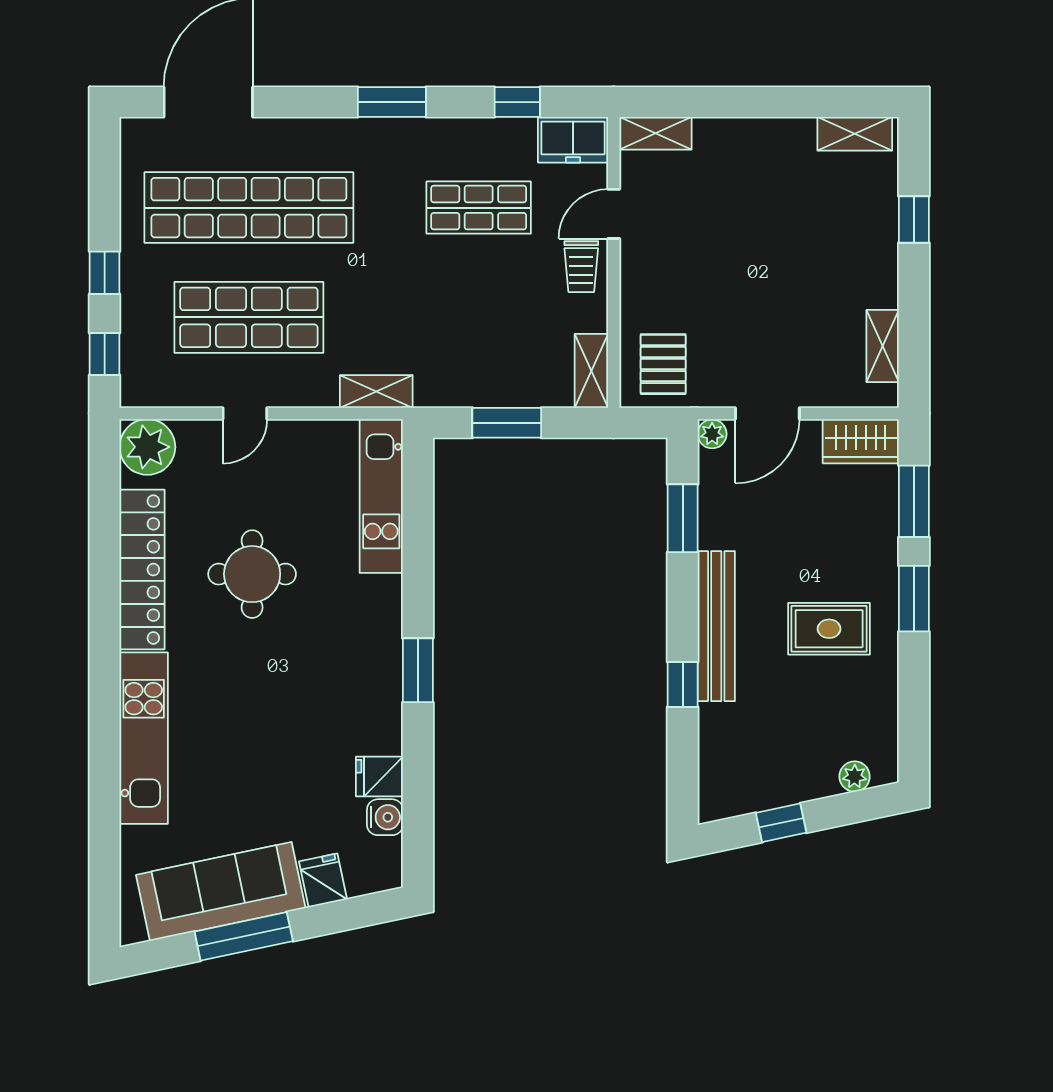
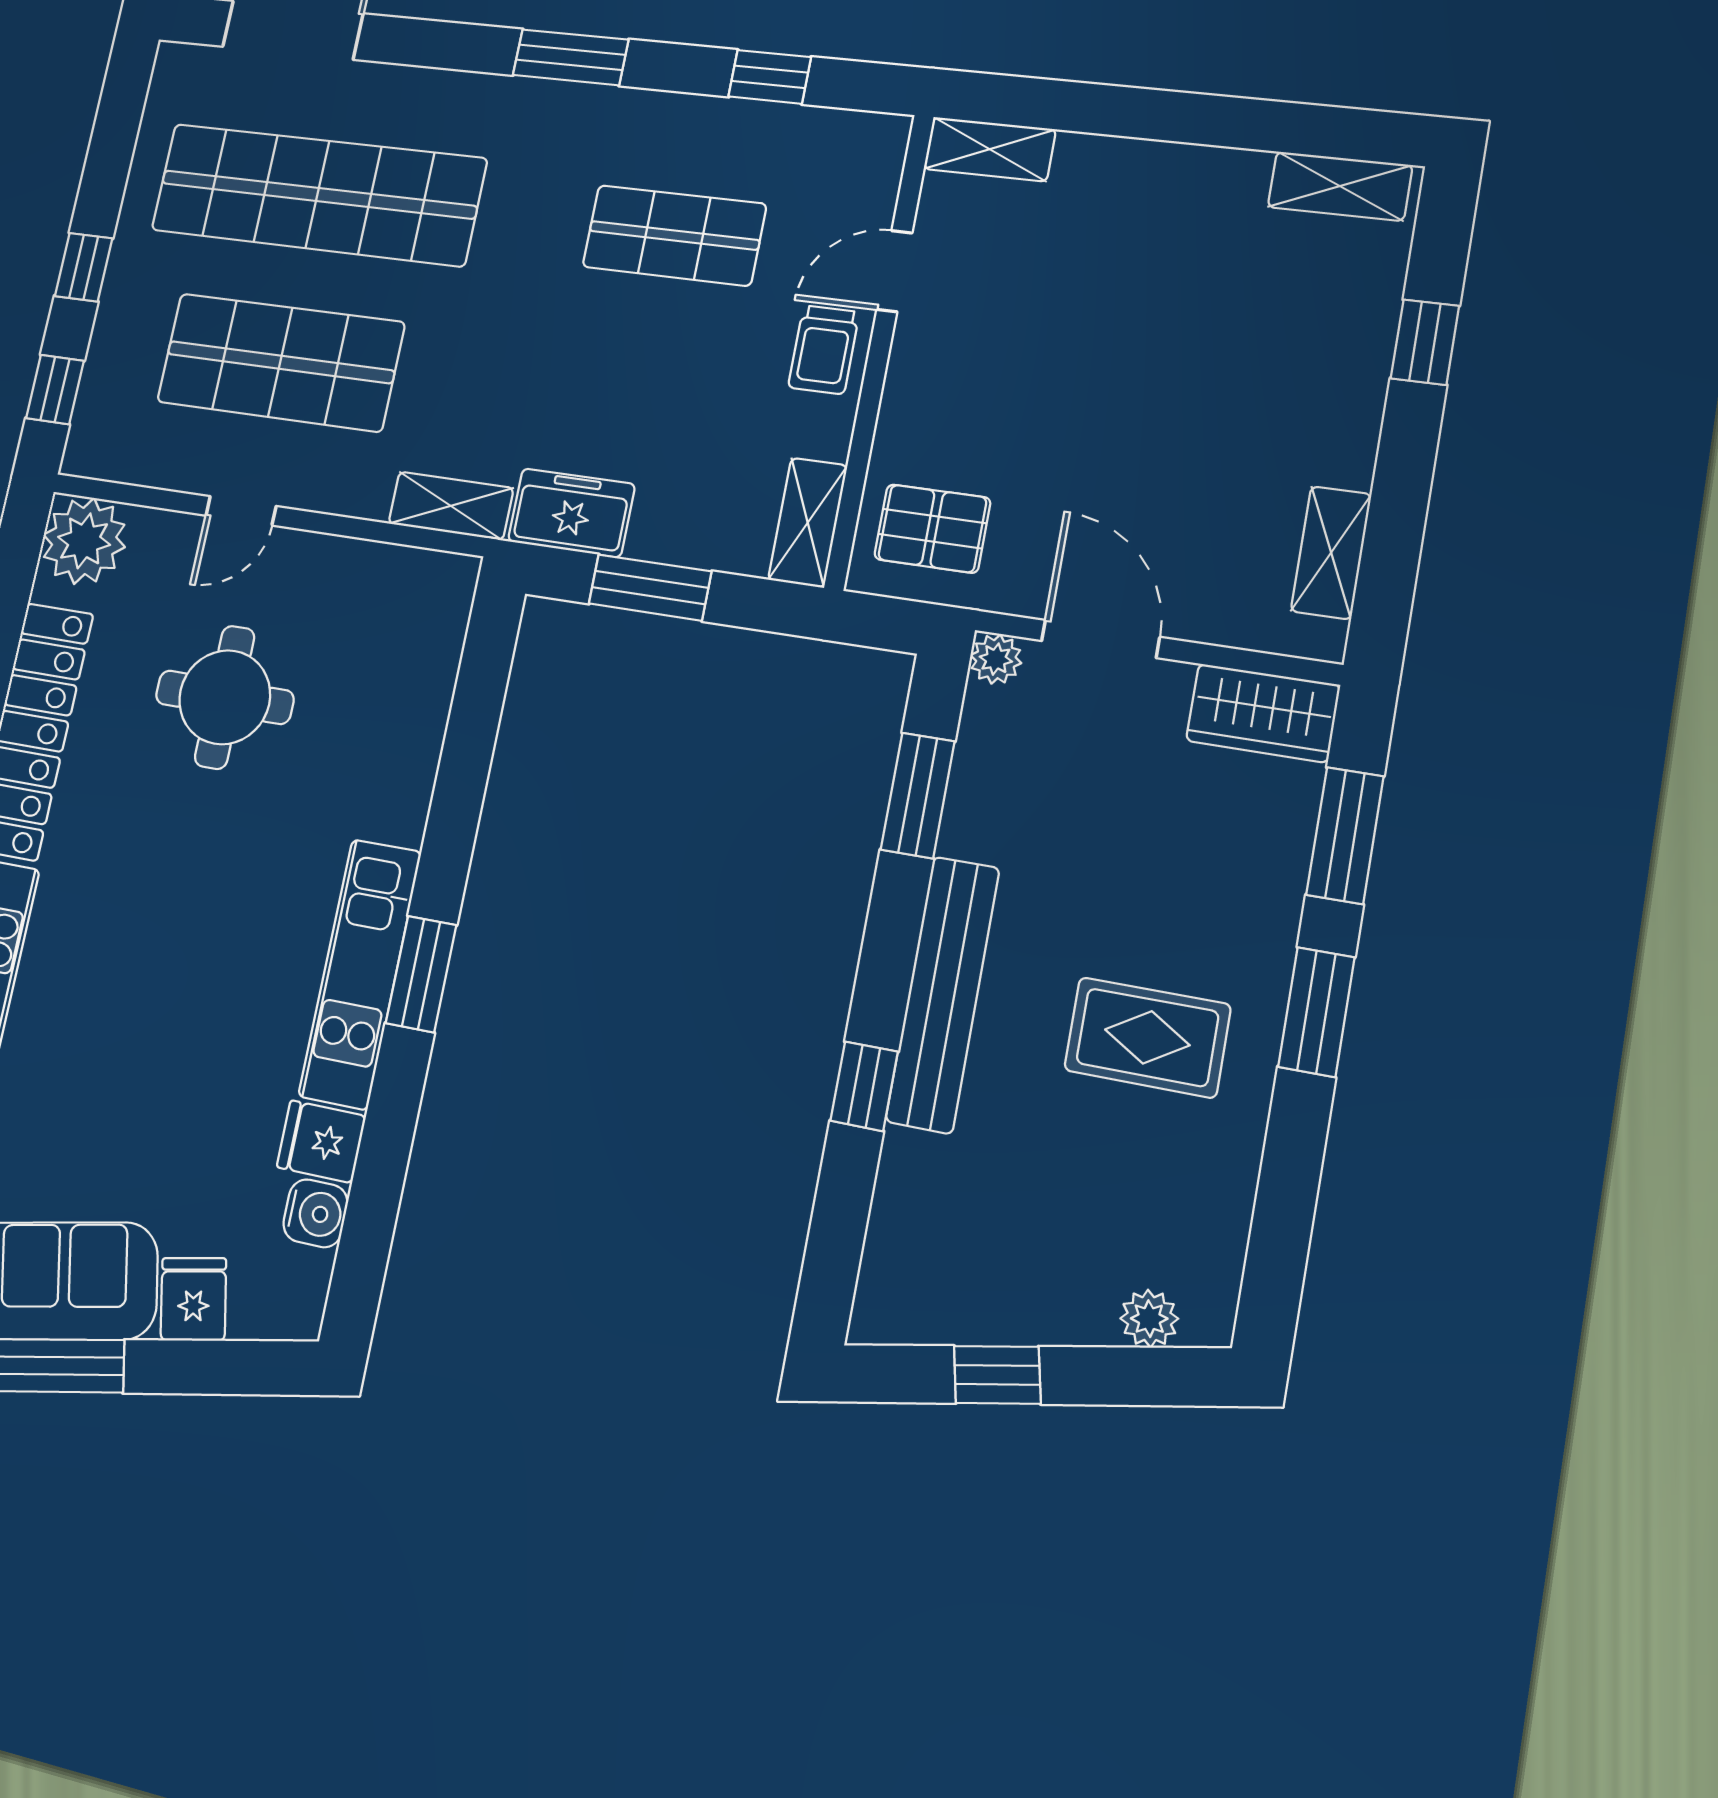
freezer: (573, 140) -> (571, 513), moved, turned 180
pallet: (663, 364) -> (932, 529), turned 90
door: (767, 413) -> (1100, 639), swing flipped
kitchen unit: (381, 496) -> (360, 974), moved
round table: (252, 574) -> (225, 697), moved

